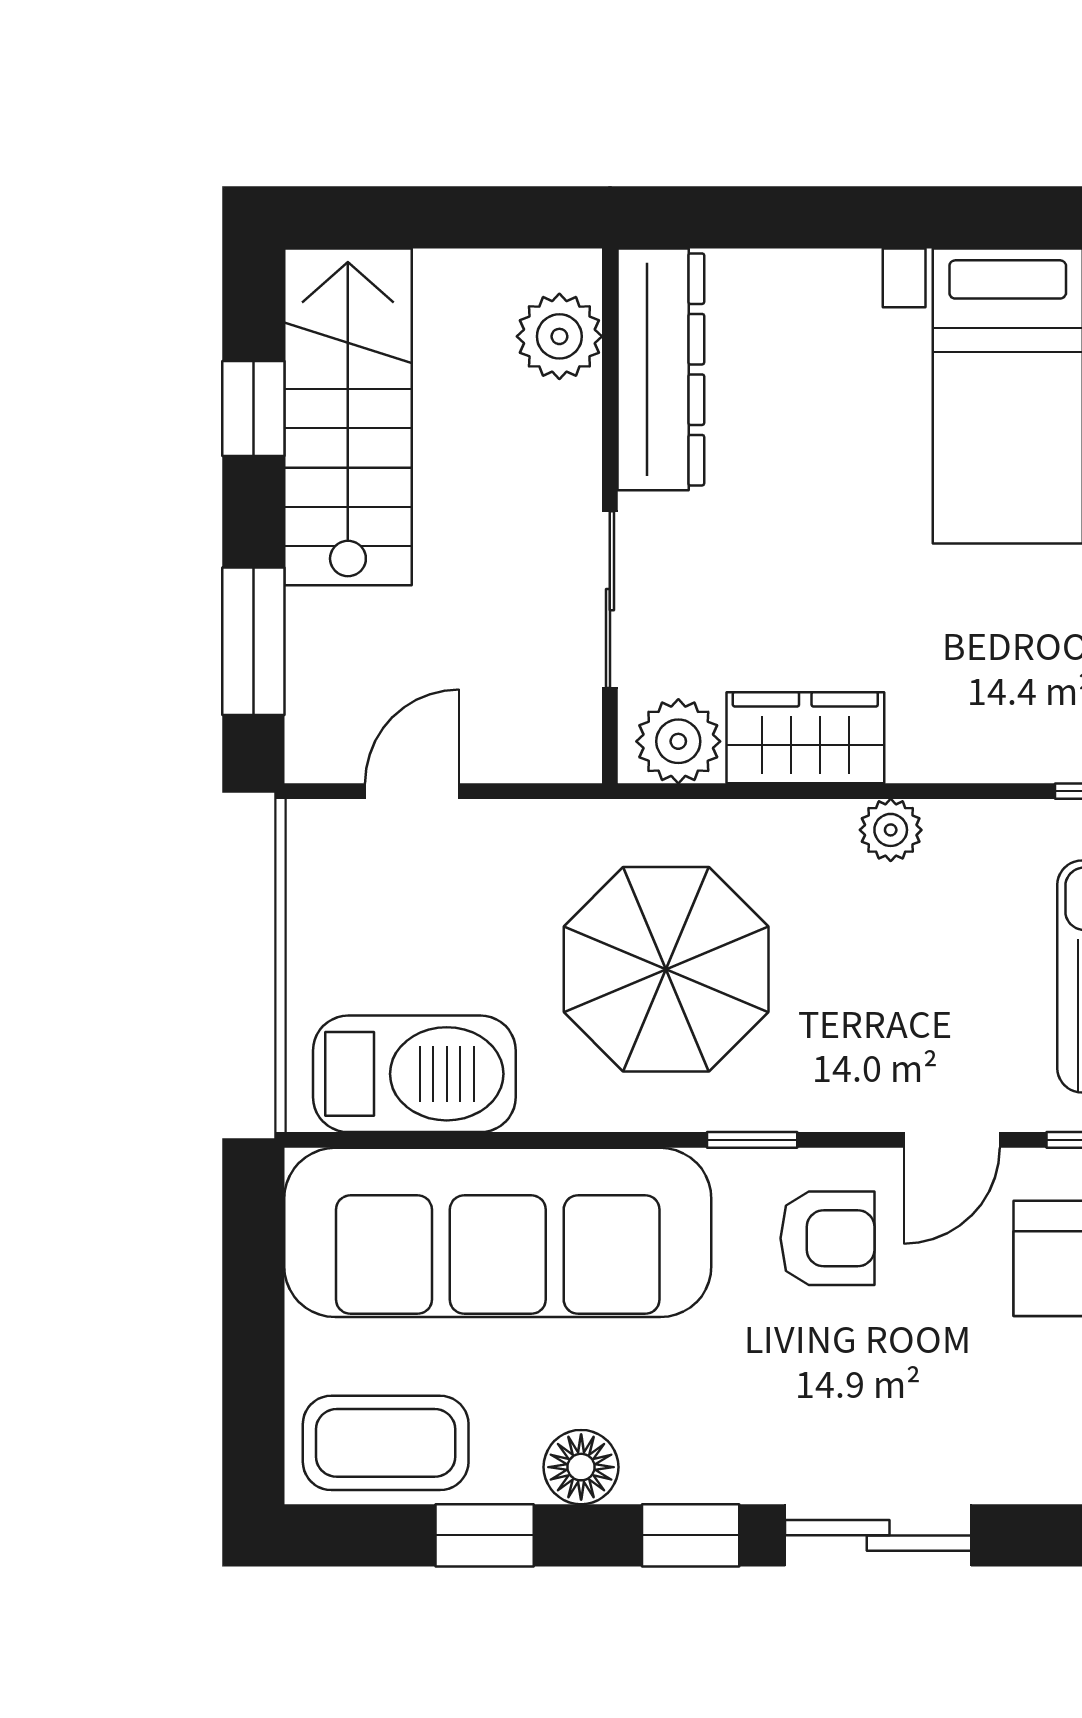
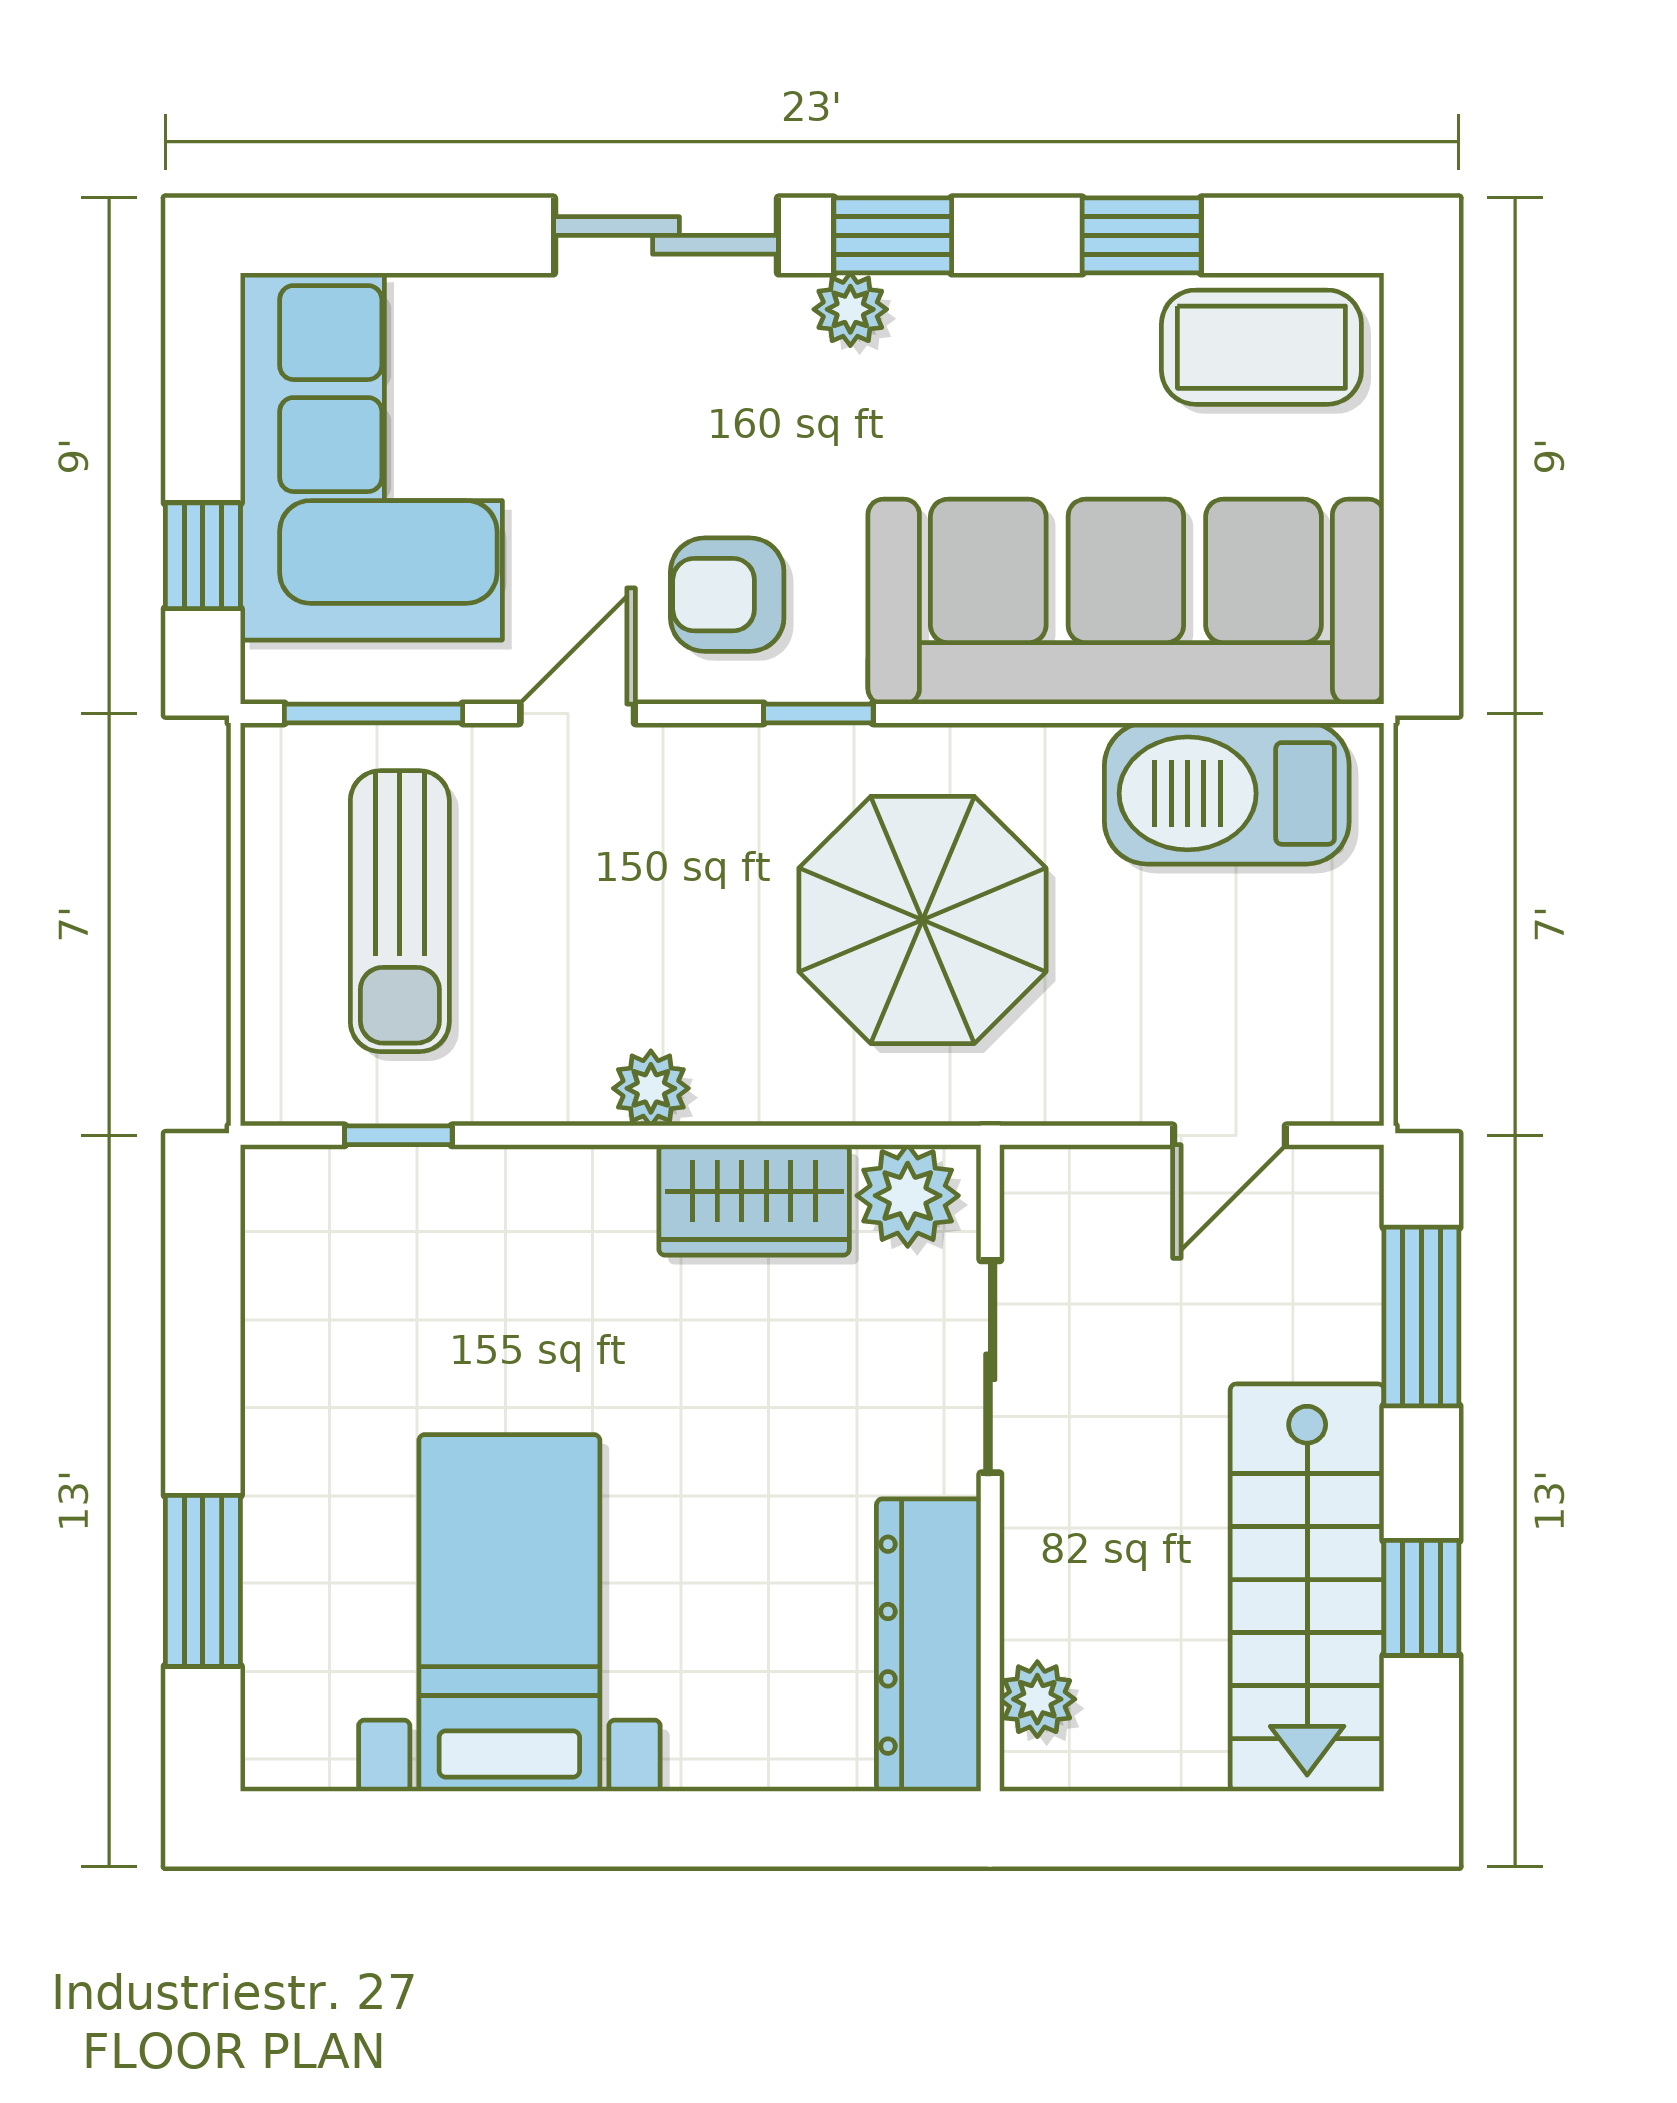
plant: (559, 336) -> (1037, 1699), width x0.73, depth x0.73
floor lamp: (581, 1467) -> (1025, 318), removed
plant: (726, 1474) -> (850, 309), added

